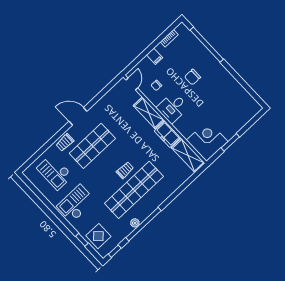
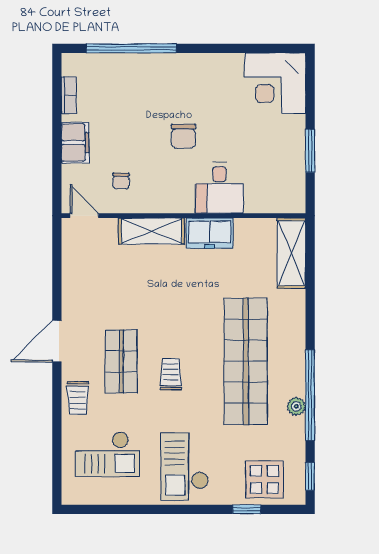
filing cabinet: (155, 56) -> (75, 143), width x2.00
chair: (193, 77) -> (183, 136), moved
desk: (173, 108) -> (219, 188), moved
corner desk: (207, 141) -> (275, 83), moved, turned -90
shop shelf: (92, 146) -> (121, 361), width x0.70, depth x0.74
shelving: (188, 155) -> (291, 253), moved, turned 90
trolley: (125, 170) -> (171, 374), moved

